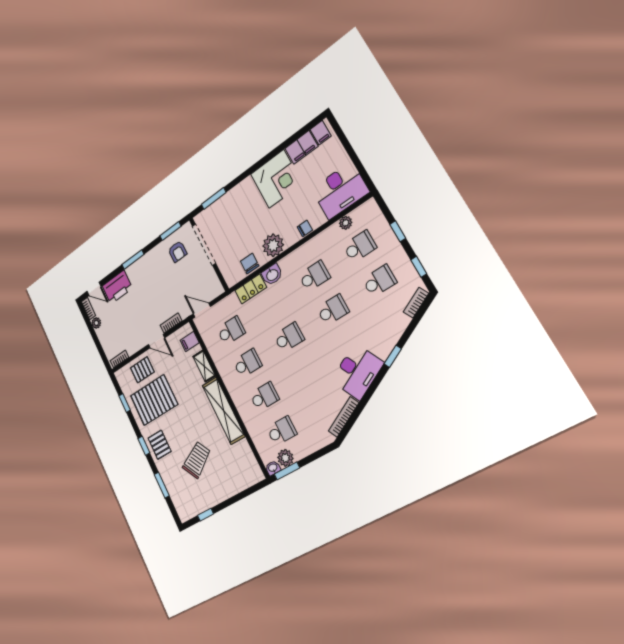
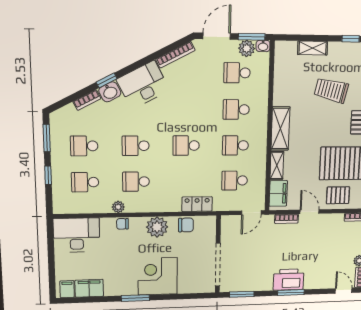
corner desk: (276, 179) -> (158, 276), moved
window: (214, 198) -> (135, 298), moved
plant: (346, 223) -> (118, 207), moved
armchair: (178, 252) -> (245, 274), removed
chair: (250, 264) -> (186, 225), turned -90
window: (419, 267) -> (47, 138), width x1.50
washbasin: (272, 275) -> (110, 92), moved, turned 153
printer: (117, 287) -> (289, 280), moved
bookcase: (416, 303) -> (87, 100), moved
door: (202, 310) -> (251, 213), hinge flipped
filing cabinet: (190, 342) -> (278, 193), width x2.00
shelving: (224, 411) -> (280, 128), width x0.68
door: (317, 455) -> (217, 36), added
trolley: (197, 460) -> (331, 90), turned 44
shelving: (231, 489) -> (313, 48), added

